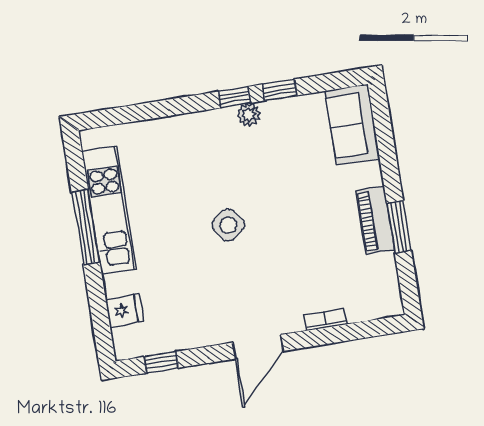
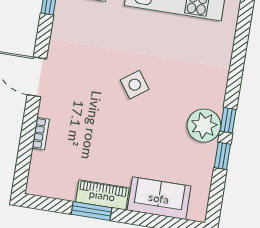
plant: (249, 115) -> (204, 126), width x1.88, depth x1.88
sofa: (352, 125) -> (159, 198), moved

